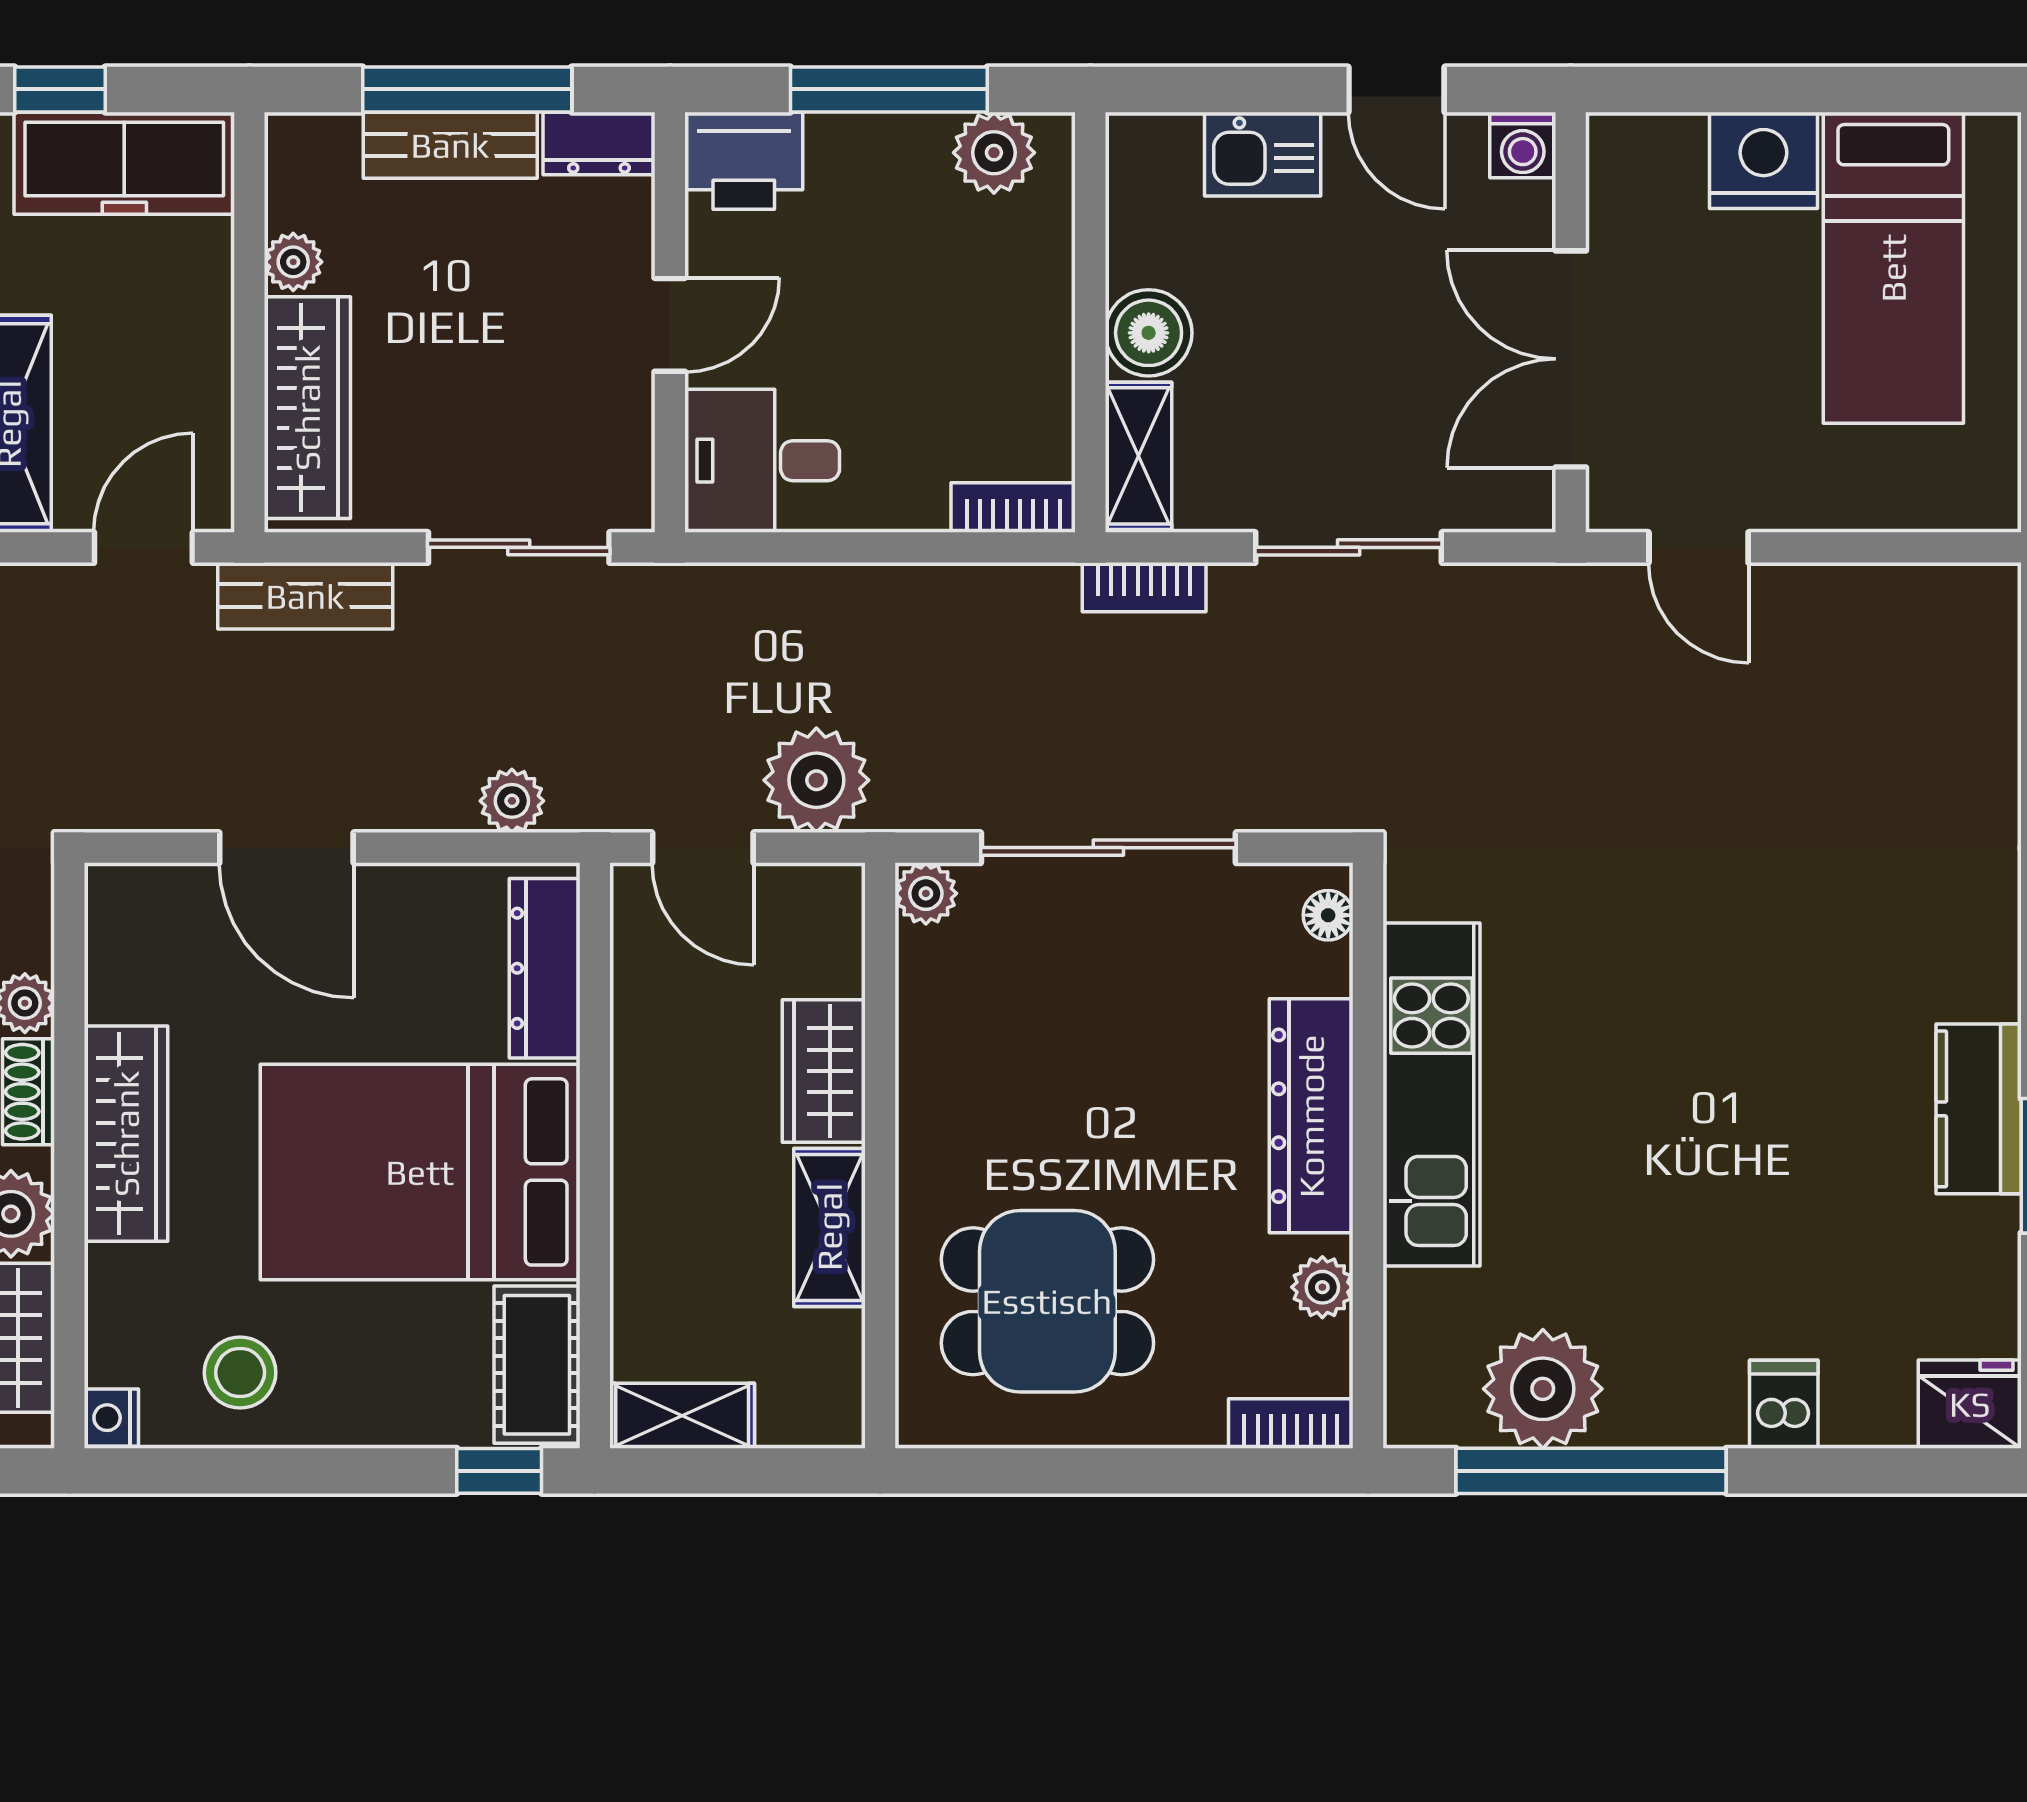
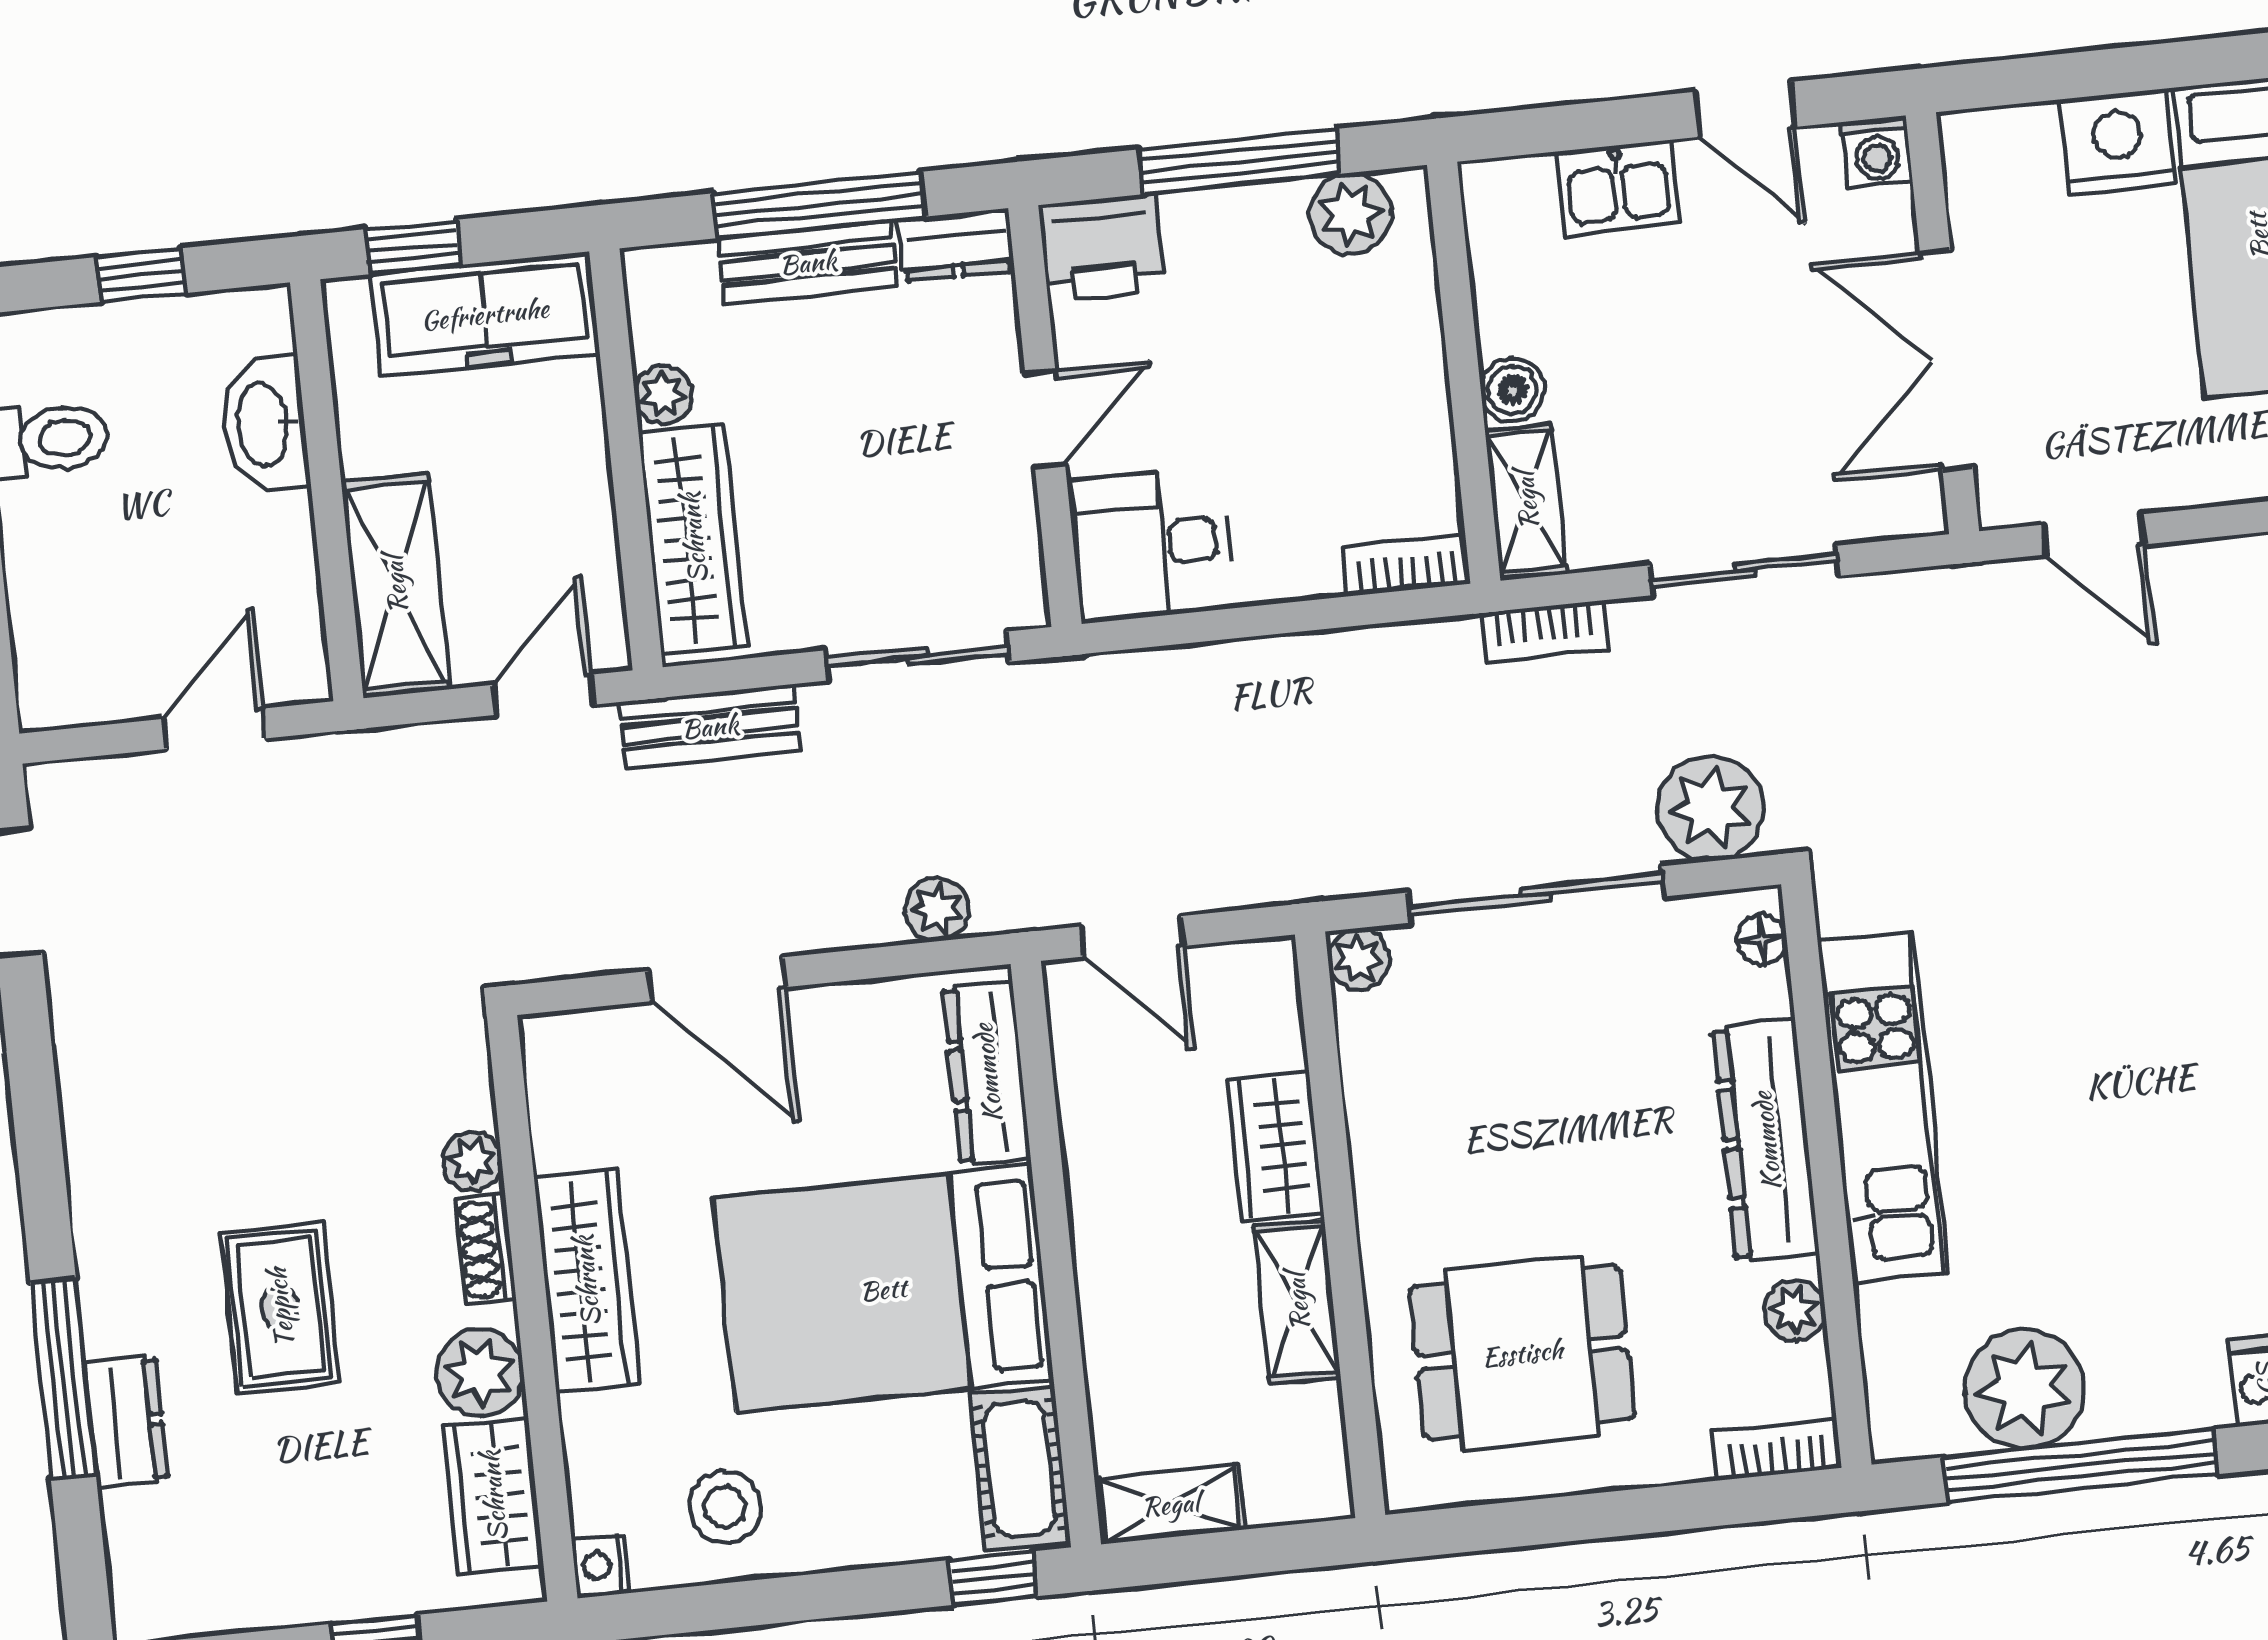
boiler: (1149, 333) -> (1513, 390), width x0.73, depth x0.73
plant: (816, 780) -> (1710, 809), moved

